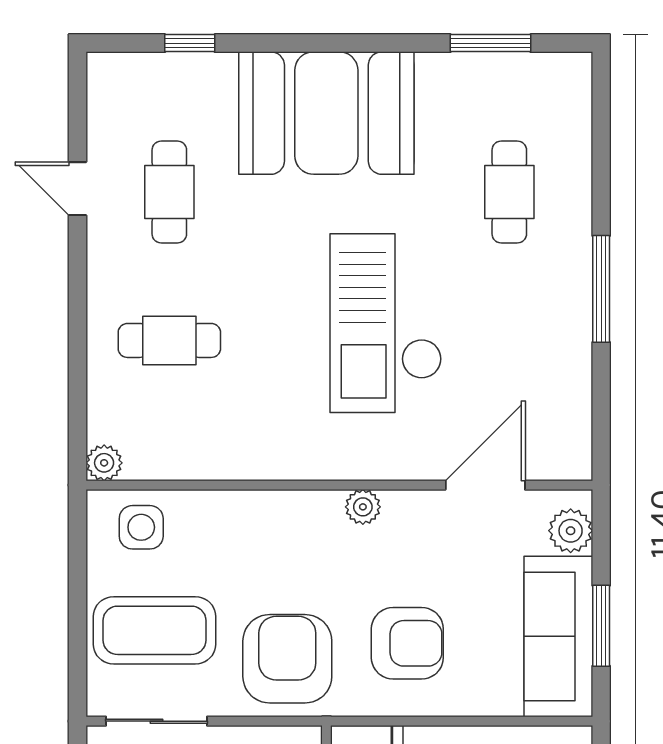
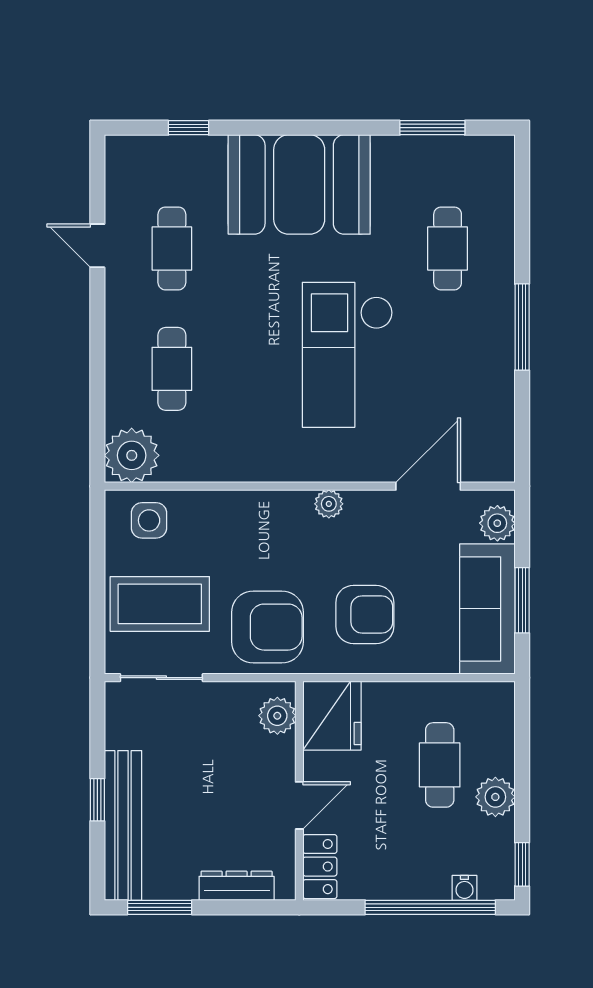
cafe table: (169, 340) -> (172, 369), turned 90
plant: (104, 463) -> (132, 455), width x1.88, depth x1.88
armchair: (287, 659) -> (268, 627), turned 90

